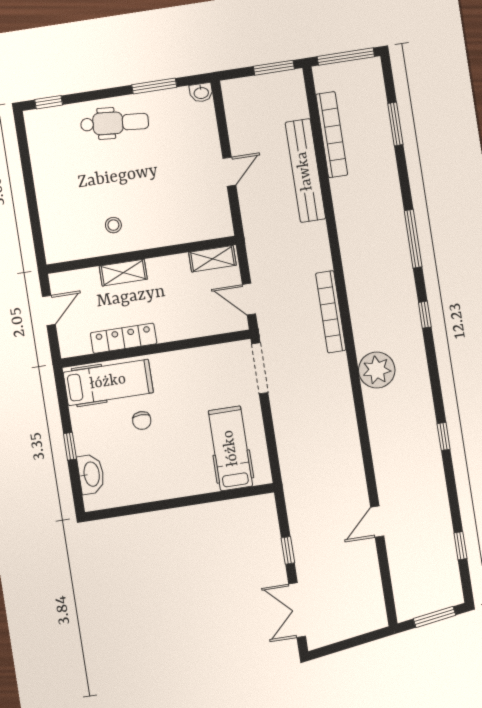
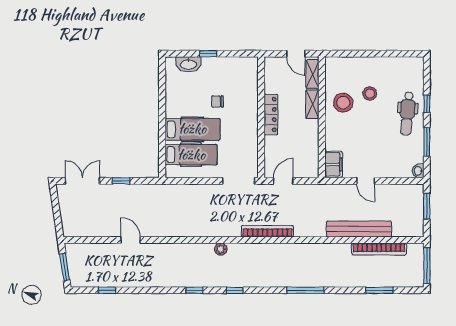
window: (274, 68) -> (427, 206), moved
window: (49, 102) -> (427, 104), moved
stool: (93, 186) -> (370, 94), added
stool: (113, 225) -> (343, 103), width x1.89, depth x1.89
filing cabinet: (211, 226) -> (333, 164), added
shelving: (212, 259) -> (312, 74), moved
window: (425, 315) -> (235, 290), moved
locker: (124, 338) -> (271, 114), moved
plant: (377, 370) -> (221, 249), width x0.53, depth x0.53
hospital bed: (108, 382) -> (192, 129), moved, turned -90
window: (444, 436) -> (194, 290), moved

